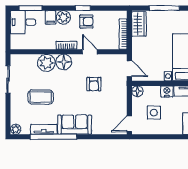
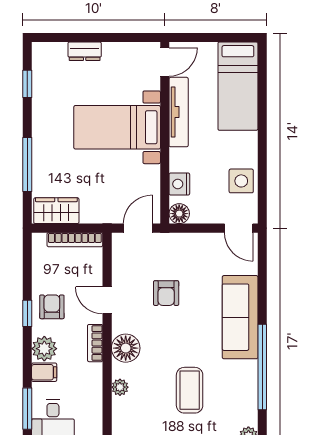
door: (90, 52) -> (107, 300), hinge flipped
plant: (46, 63) -> (120, 387), width x0.53, depth x0.53
armchair: (94, 84) -> (166, 293), turned 90
nightstand: (167, 91) -> (179, 184), moved
side table: (154, 113) -> (241, 181), moved
sofa: (75, 125) -> (240, 317), width x1.36
tv unit: (44, 129) -> (249, 385), removed

